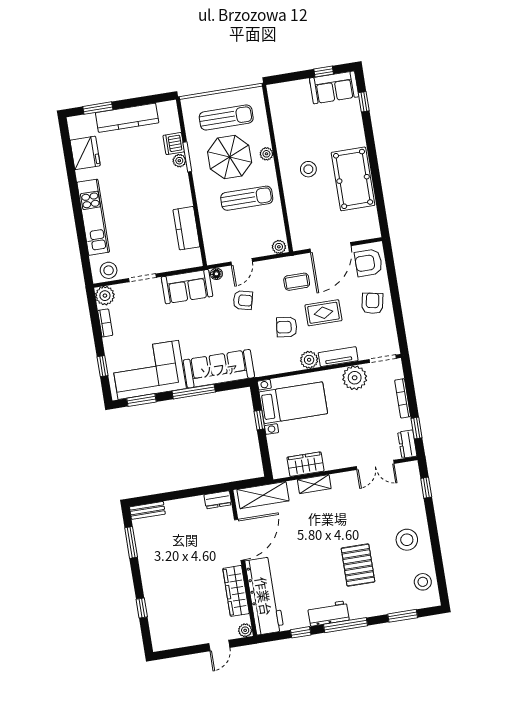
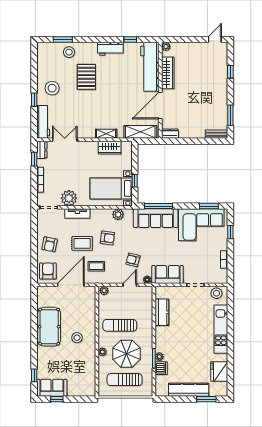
armchair: (368, 263) -> (48, 271), turned -90
plant: (105, 296) -> (221, 277), removed
plant: (309, 360) -> (118, 214), moved
window: (194, 392) -> (159, 206), moved
workbench: (412, 487) -> (43, 122), added
window: (426, 488) -> (34, 100), moved
stool: (423, 582) -> (69, 52), moved
window: (346, 625) -> (101, 39), removed
door: (219, 646) -> (215, 39), moved

